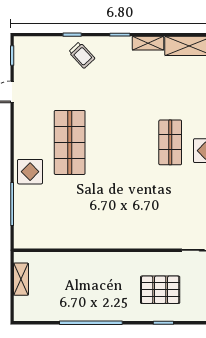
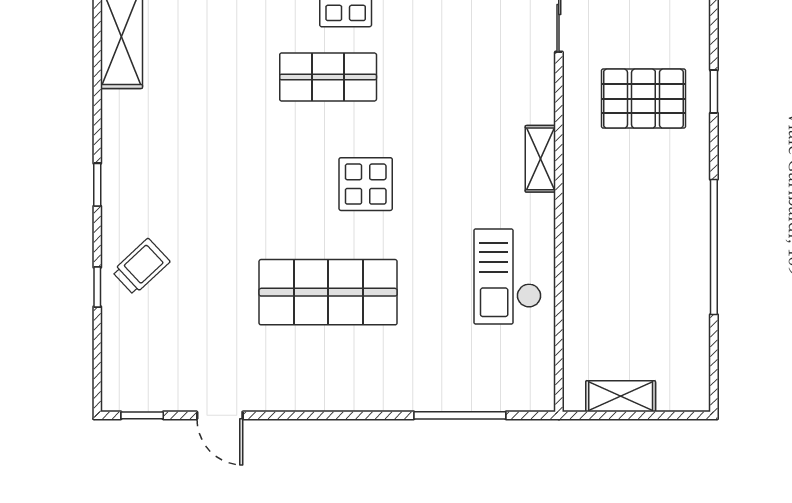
shelving: (148, 43) -> (540, 159), moved
display table: (30, 172) -> (366, 184), moved
checkout: (77, 226) -> (508, 276), added
pallet: (160, 290) -> (643, 99), turned 90

